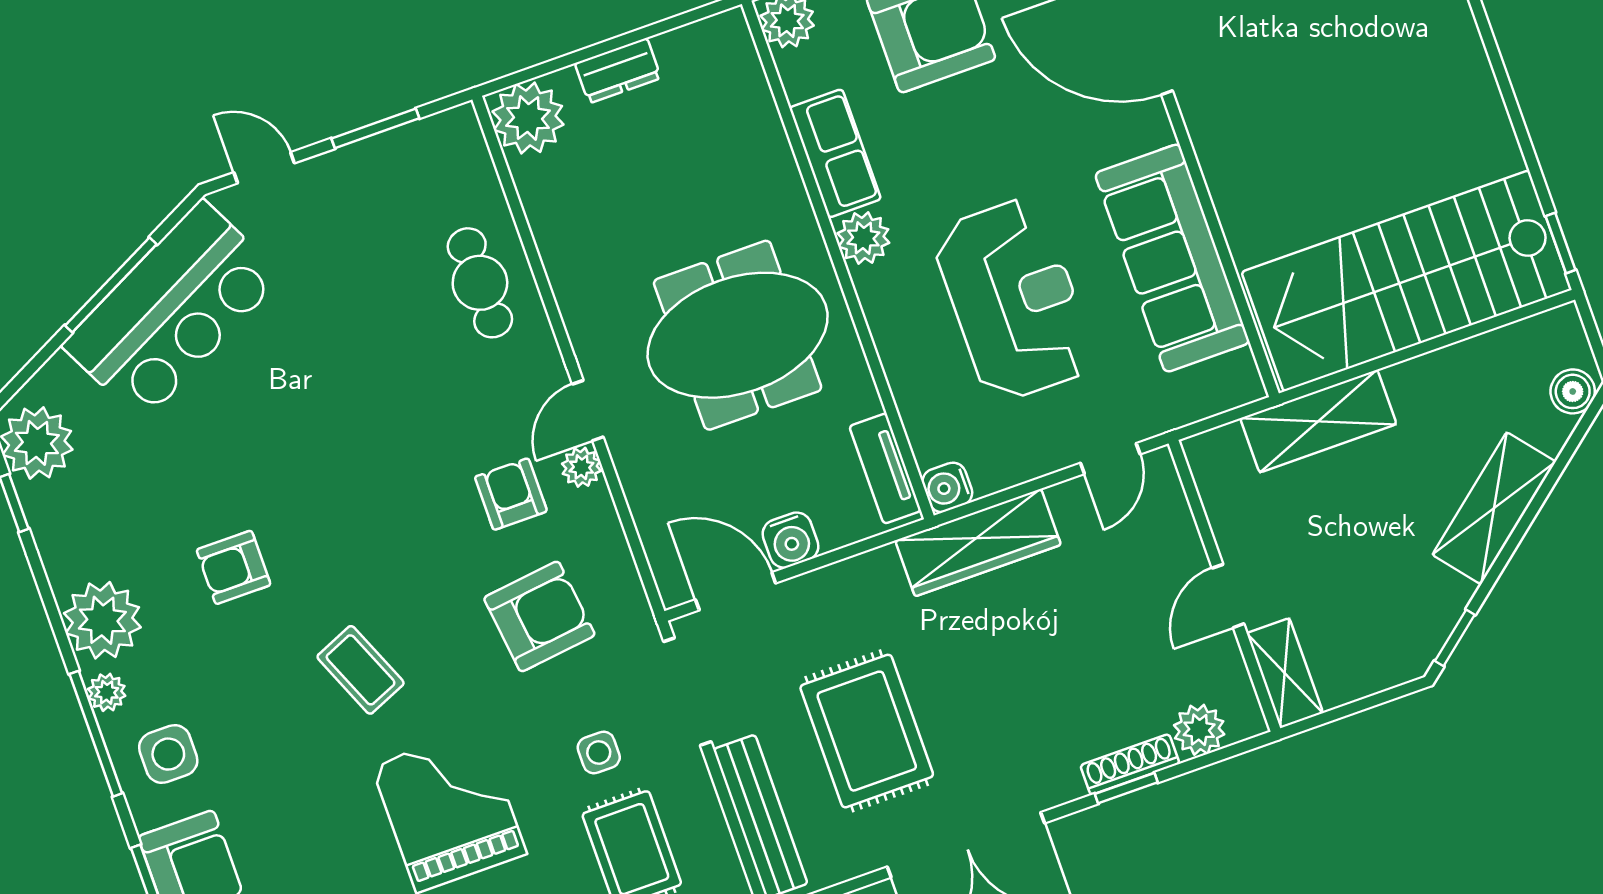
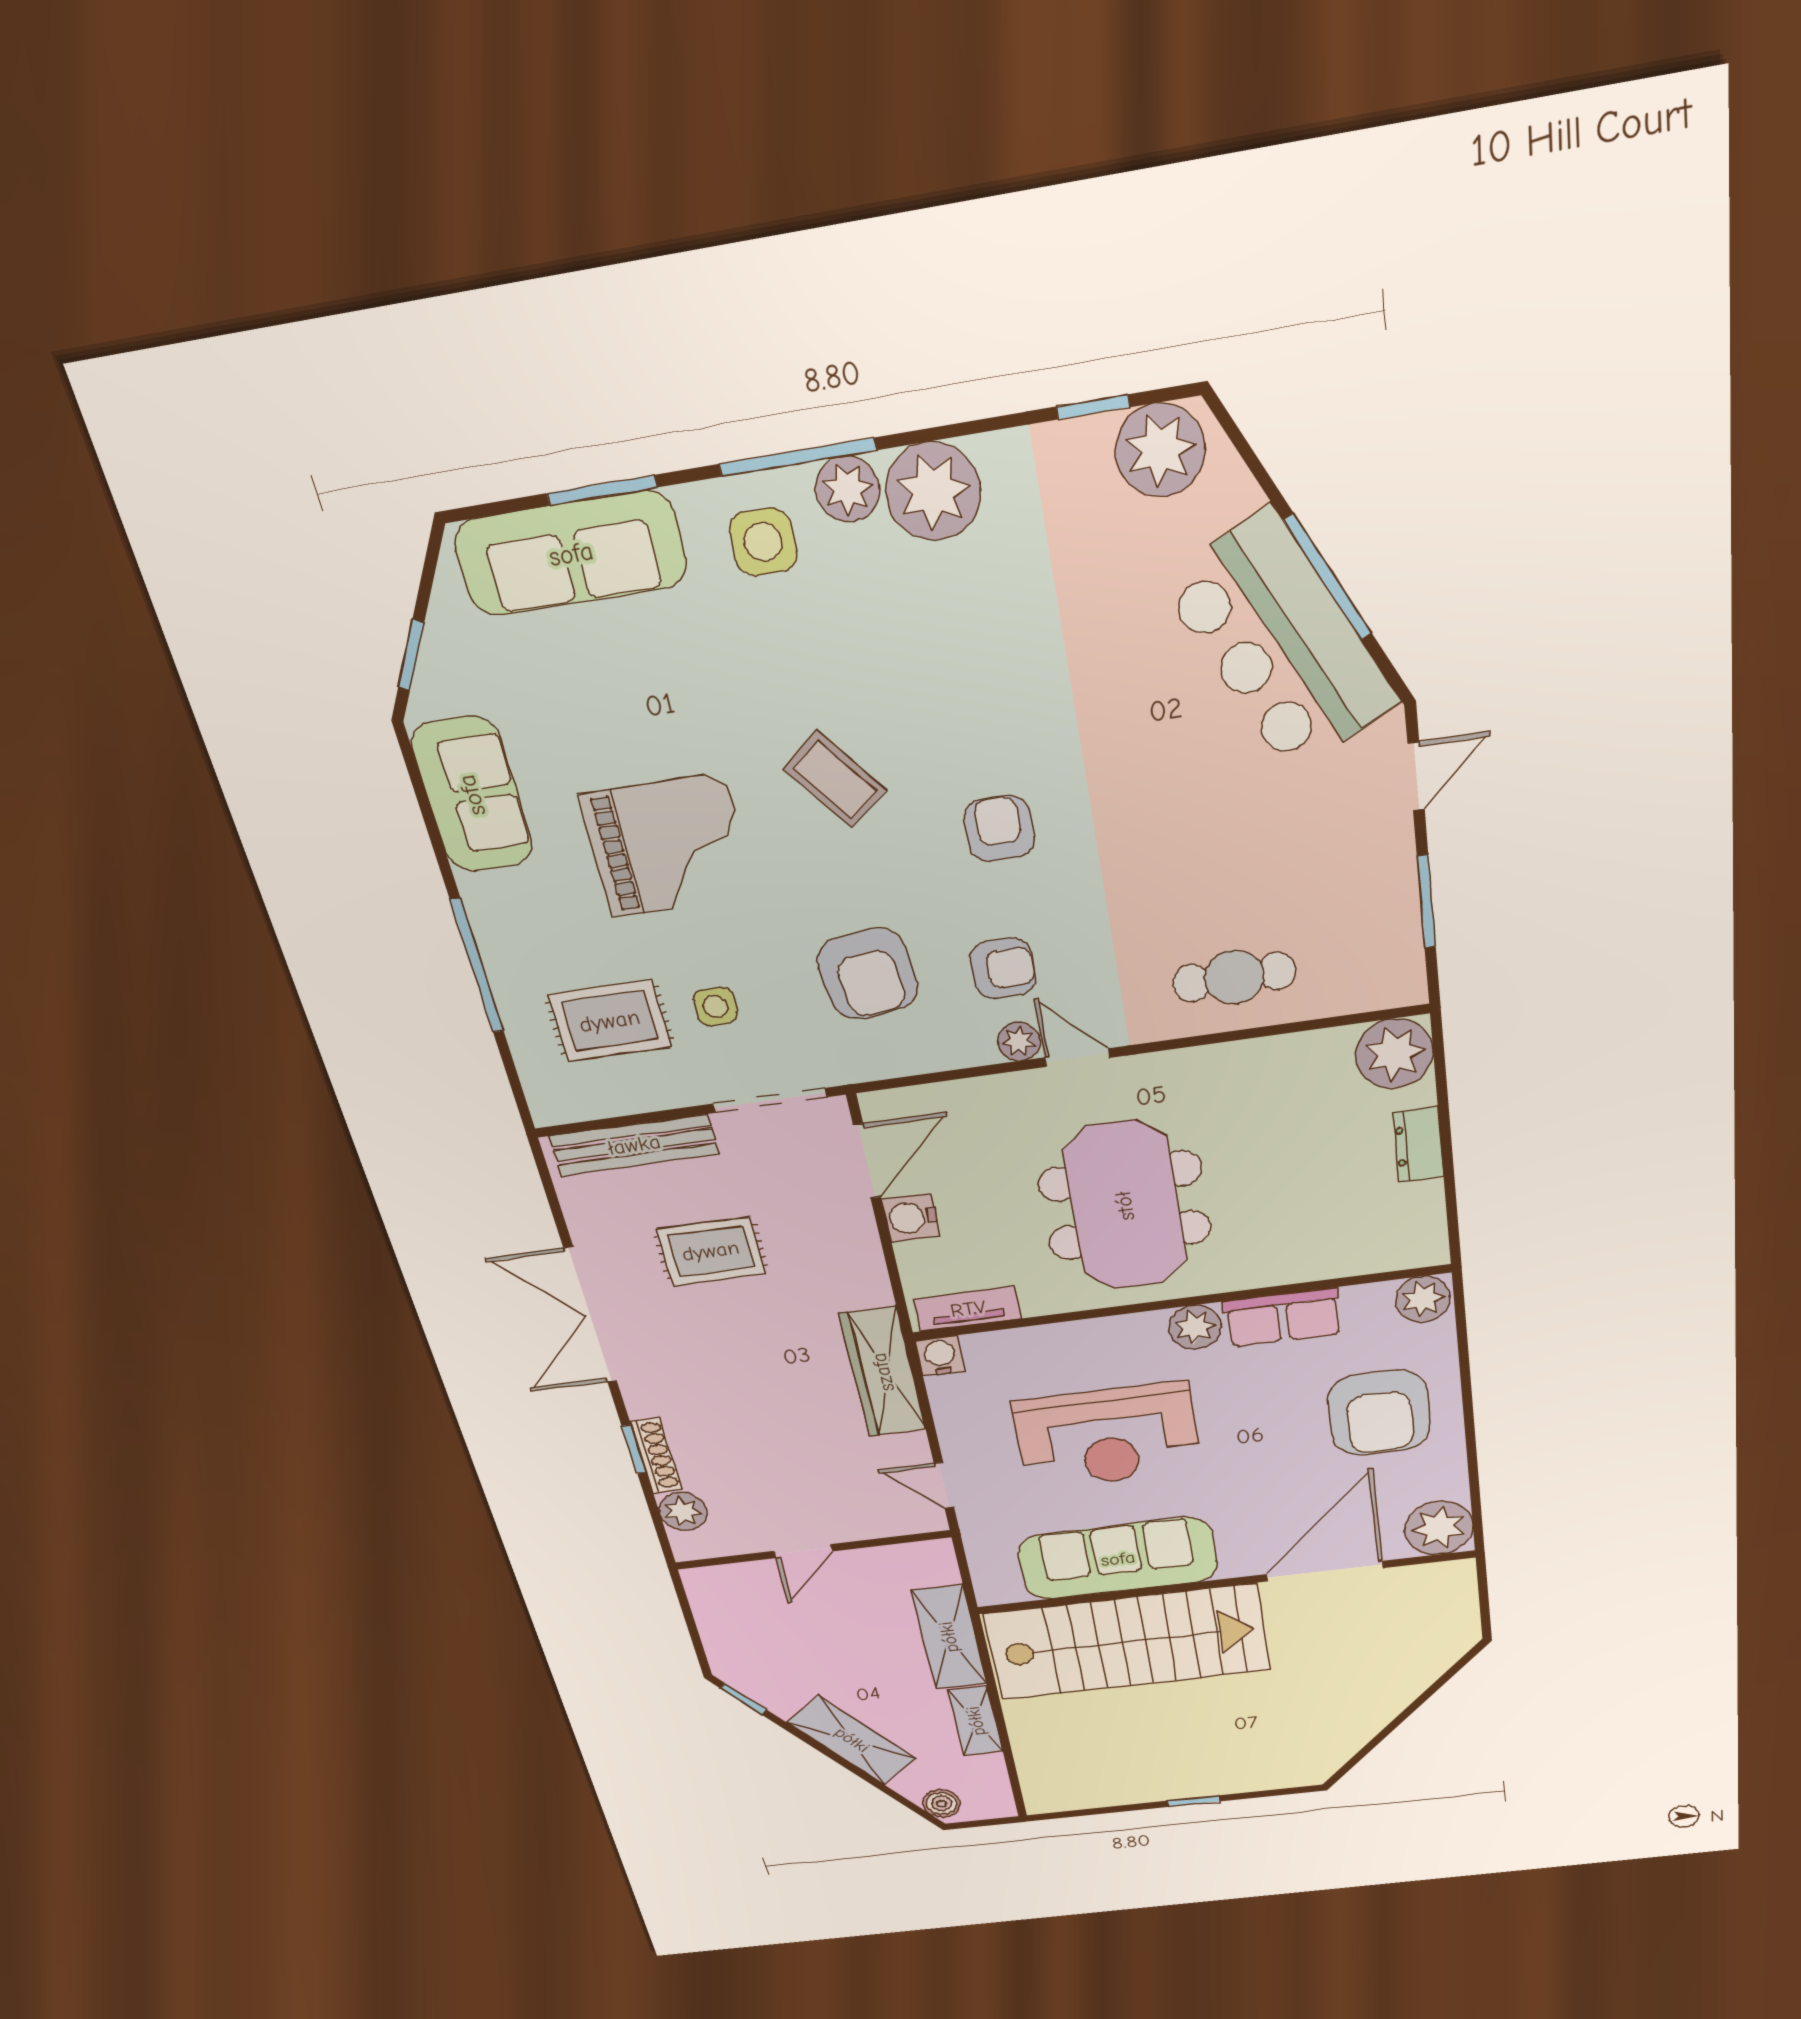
window: (1561, 243) -> (1194, 1801), moved
stairs: (1407, 281) -> (1128, 1642), moved, turned 90
armchair: (234, 567) -> (999, 829), moved
door: (1228, 596) -> (803, 1551), swing flipped
coffee table: (361, 670) -> (835, 779), turned 75
shelving: (1285, 673) -> (976, 1721), moved, turned 90
plant: (107, 692) -> (848, 489), width x1.38, depth x1.38
rug: (867, 731) -> (711, 1251), width x0.73, depth x0.70

